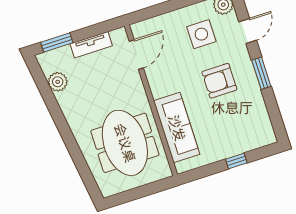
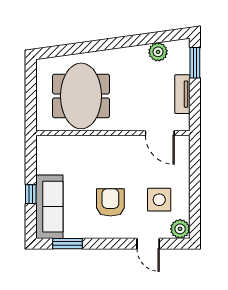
window: (261, 73) -> (67, 244), moved
sofa: (177, 128) -> (49, 207), moved, turned -90
meeting table: (125, 143) -> (81, 96), turned 90

